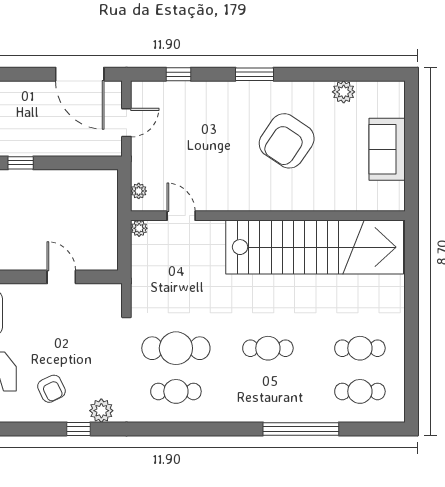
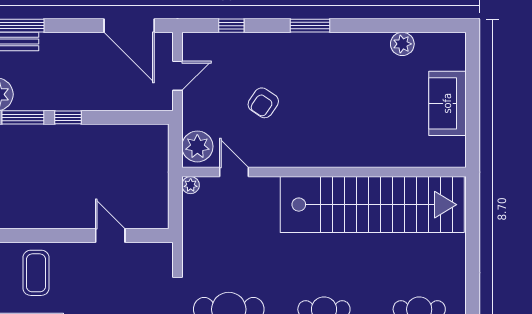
armchair: (287, 141) -> (263, 103), moved, width x0.53, depth x0.53
plant: (139, 191) -> (197, 146), width x1.87, depth x1.87

